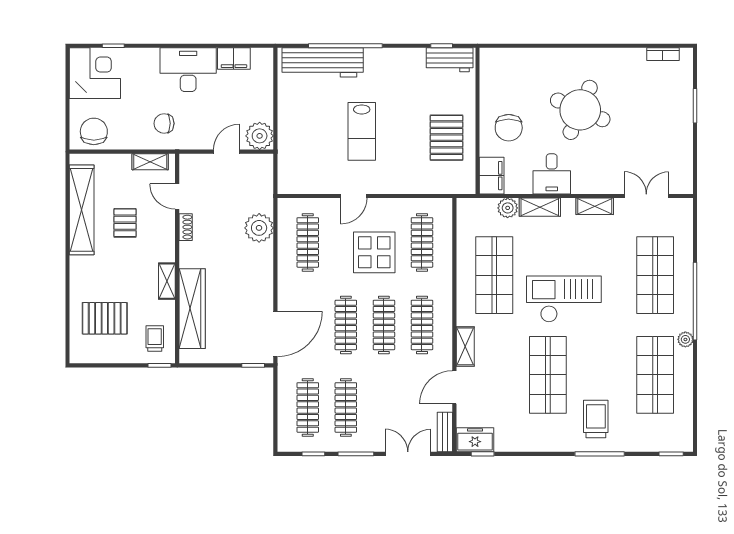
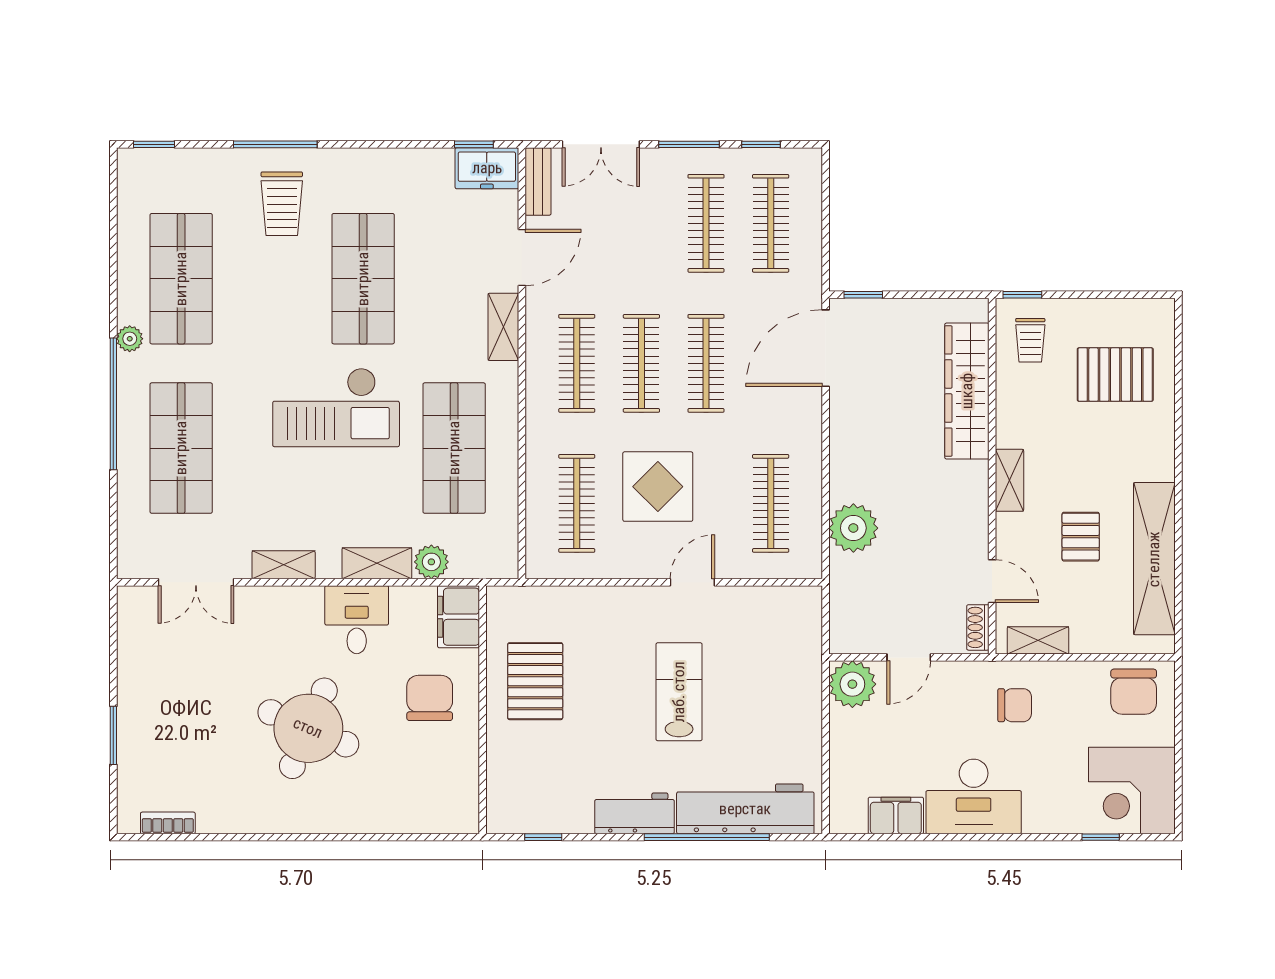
workbench: (450, 60) -> (635, 813), moved
shoe rack: (186, 227) -> (978, 627), moved
shelving: (167, 281) -> (1010, 480), moved

